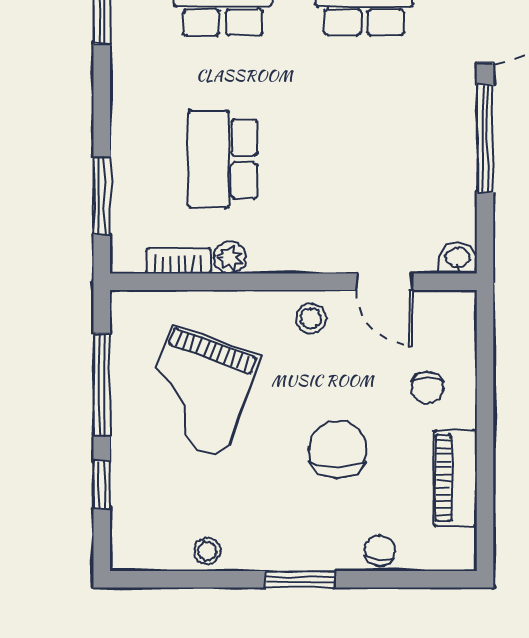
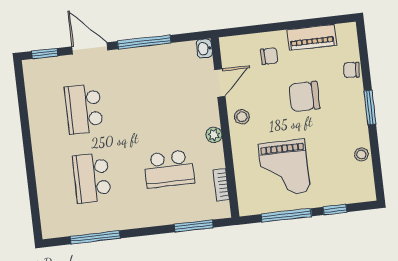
plant: (230, 258) -> (214, 135), moved
grand piano: (198, 392) -> (284, 168), turned 70

